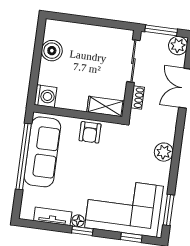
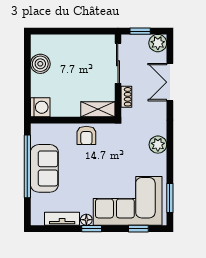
window: (161, 30) -> (140, 31), width x0.67
sofa: (42, 152) -> (44, 168), width x0.73

